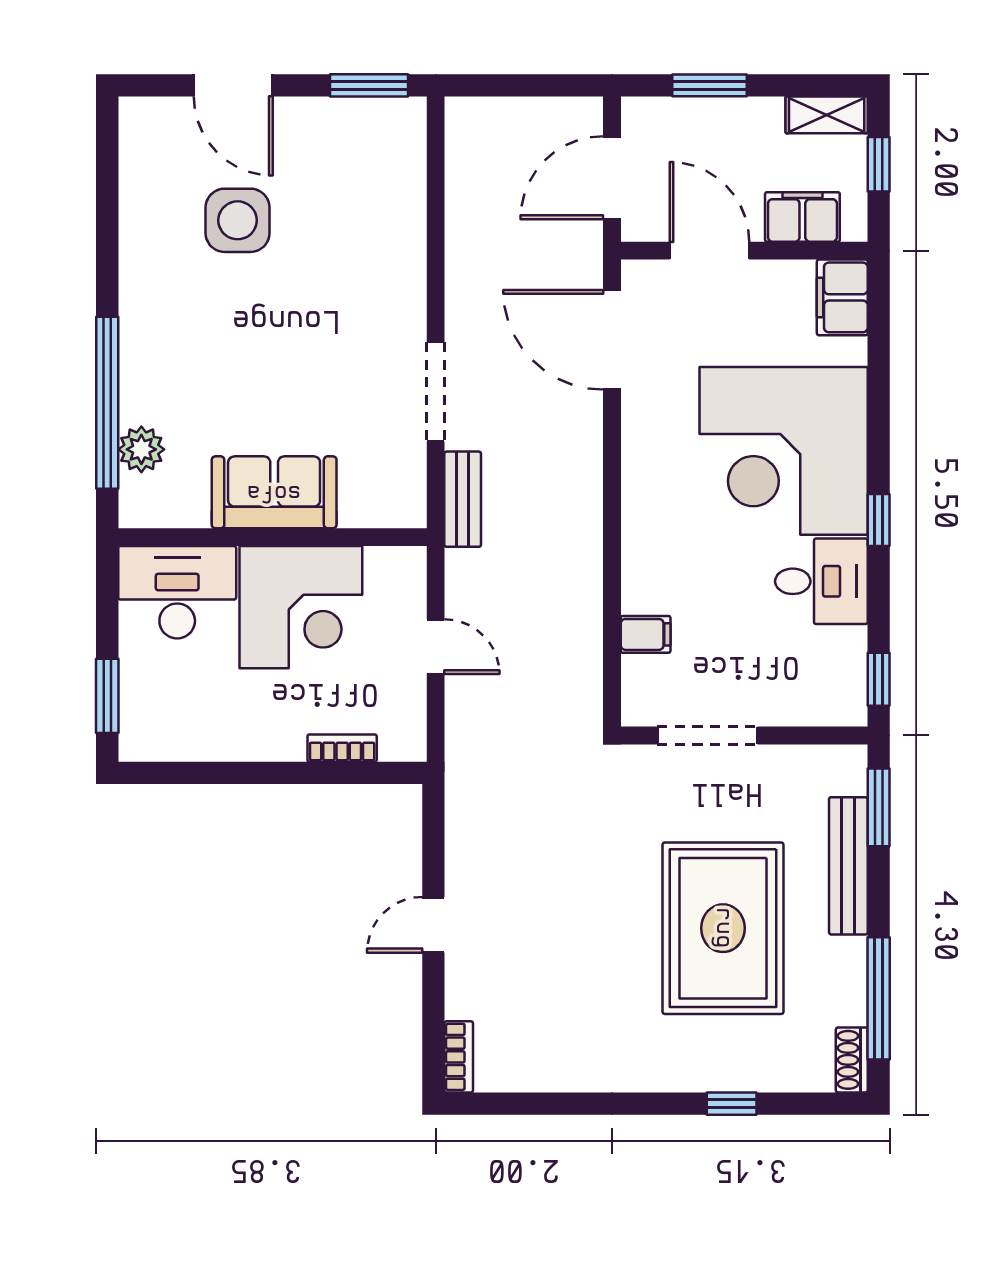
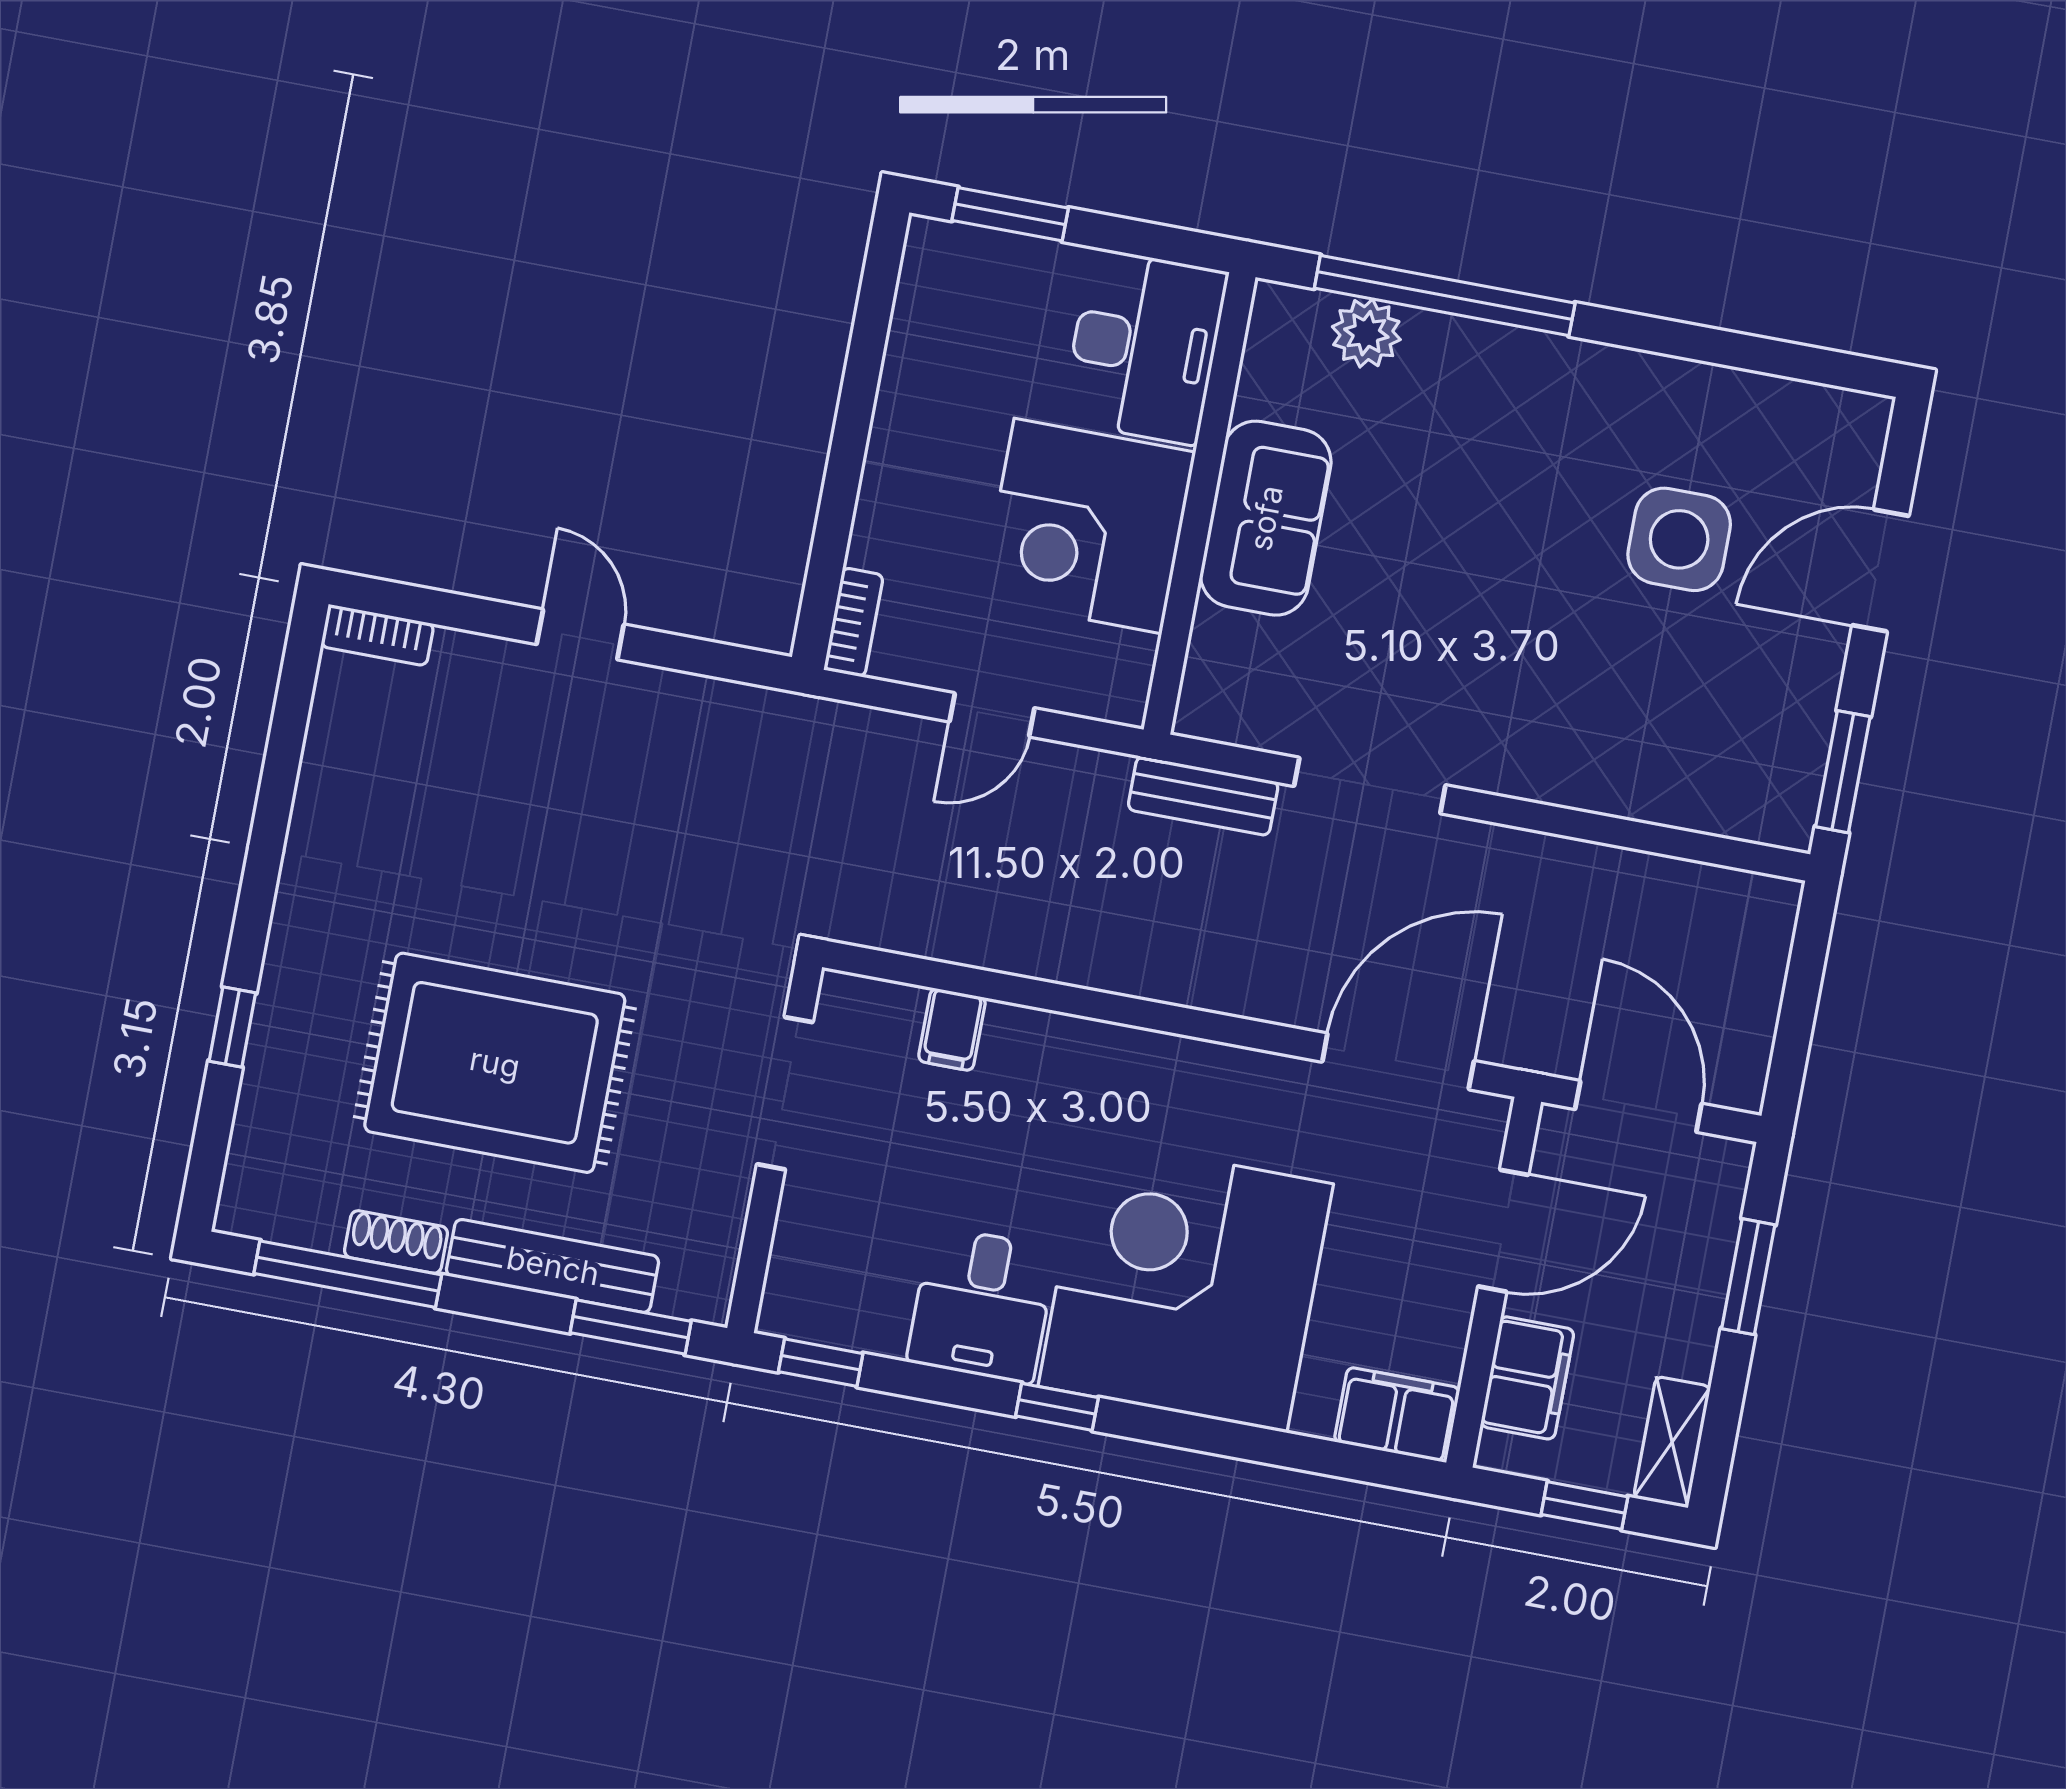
bookcase: (342, 748) -> (854, 622), moved
shoe rack: (852, 1060) -> (396, 1242), moved

